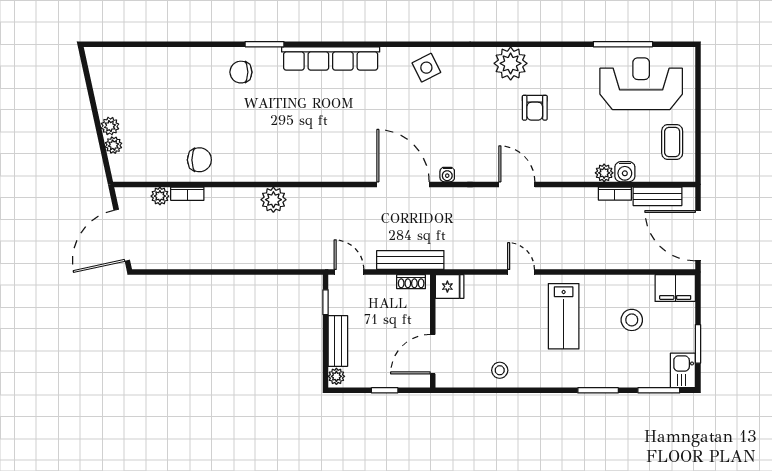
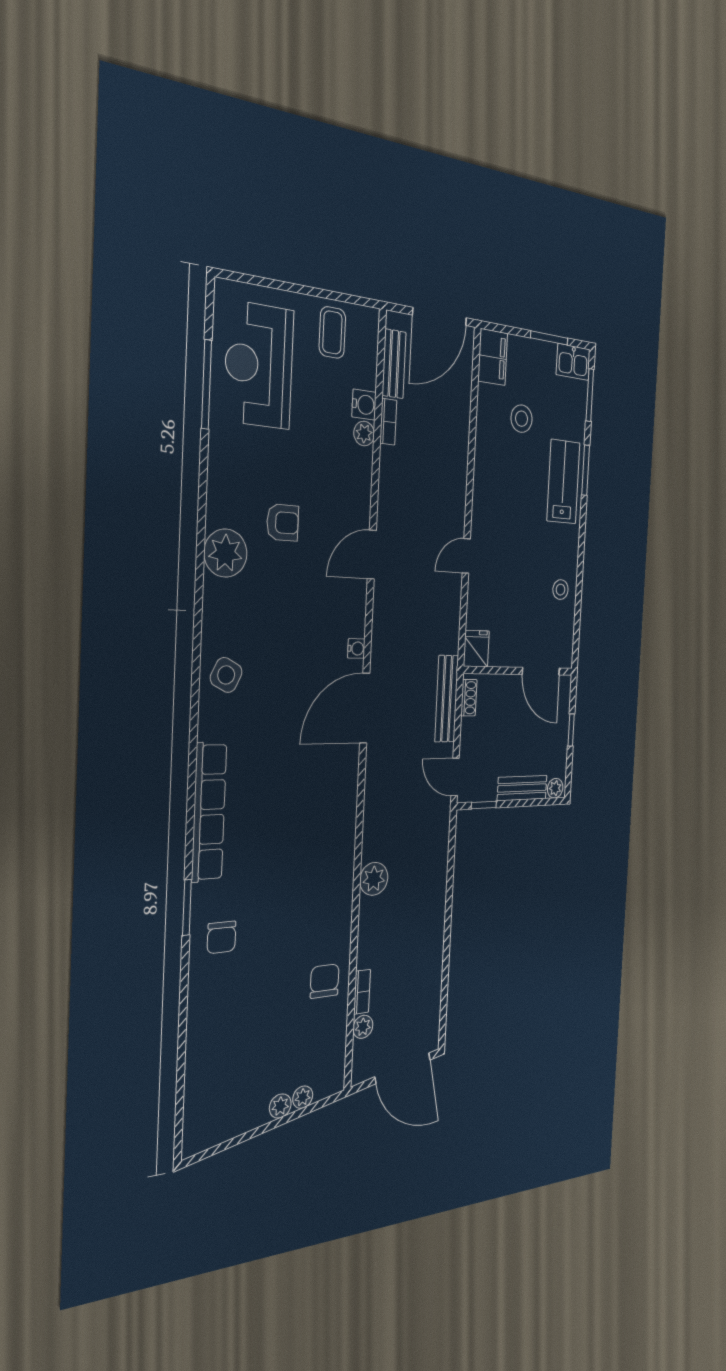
side table: (426, 68) -> (226, 675), turned -36
coffee table: (672, 142) -> (332, 332), turned 90
door: (349, 272) -> (455, 777), hinge flipped
lab bench: (564, 316) -> (563, 482), moved, turned -90

